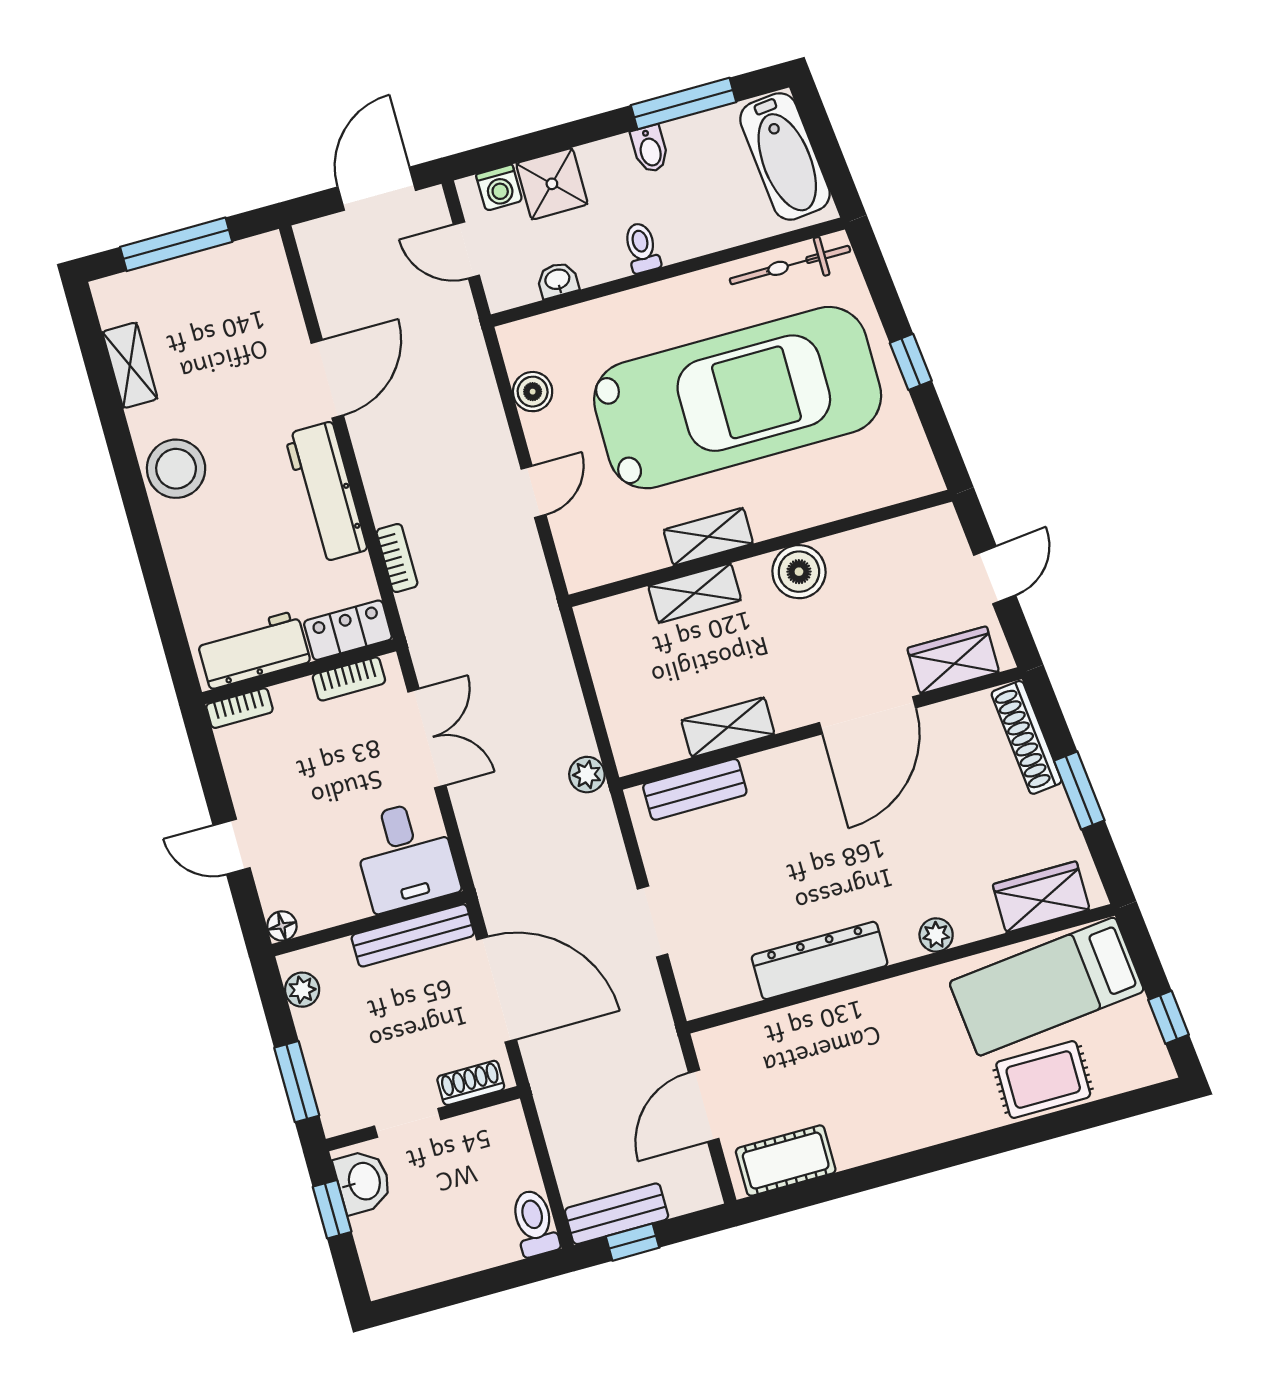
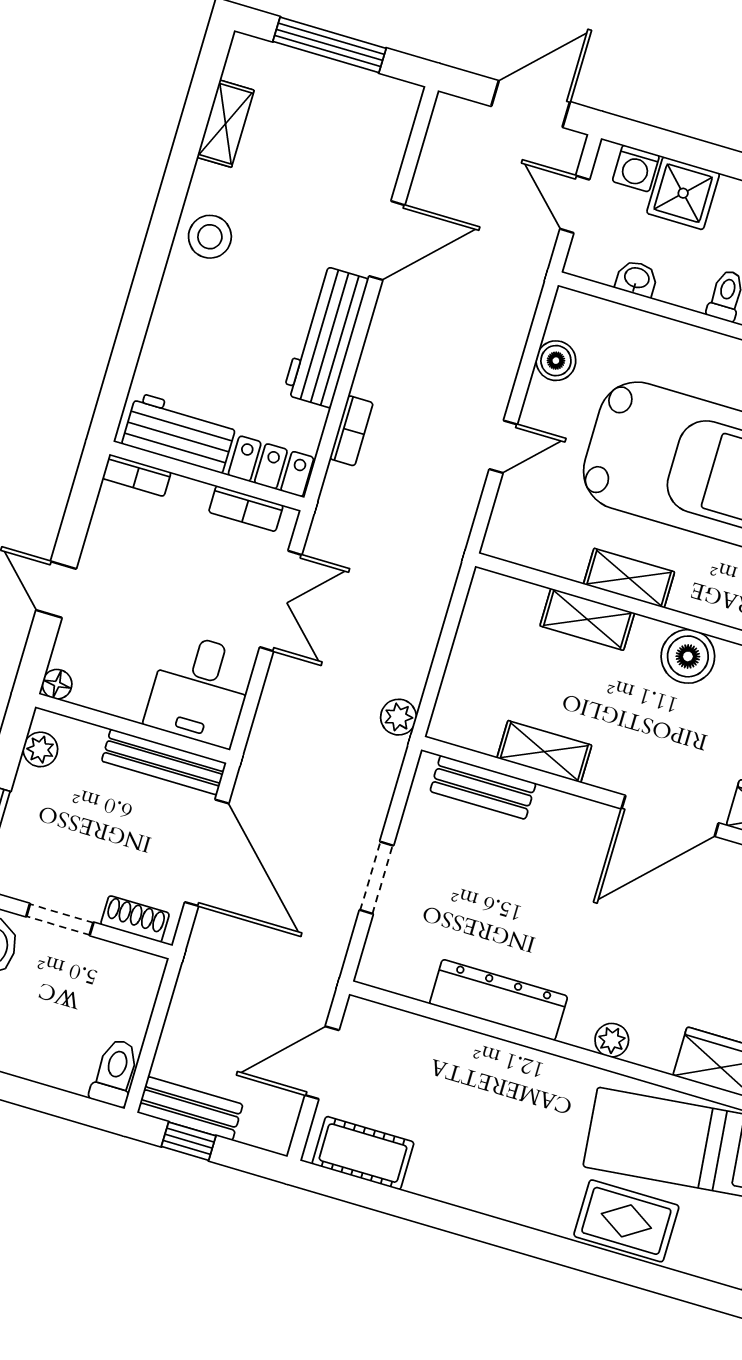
stool: (176, 469) -> (210, 237), width x0.73, depth x0.73

